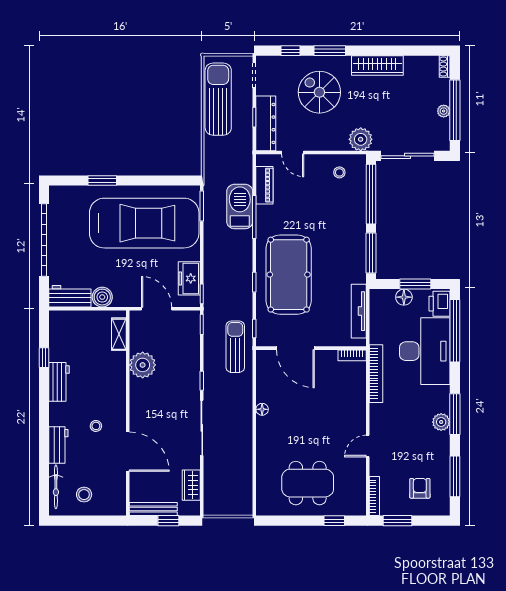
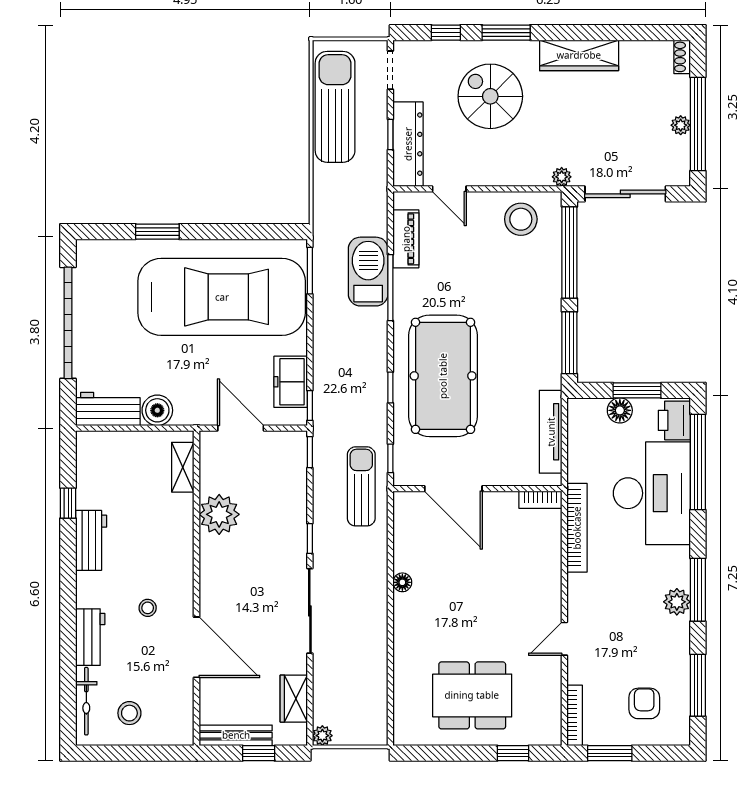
plant: (361, 139) -> (562, 177), width x0.53, depth x0.53
stool: (339, 172) -> (521, 219), width x1.89, depth x1.89
plant: (210, 509) -> (322, 736), added

